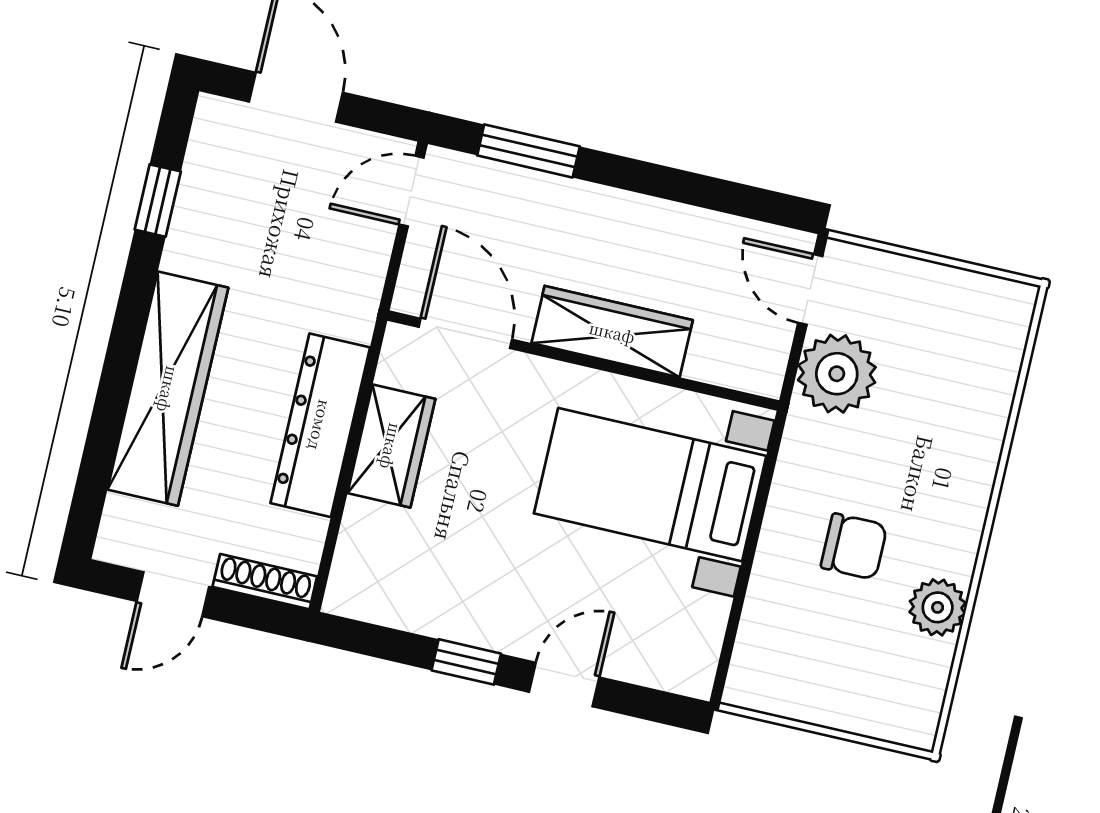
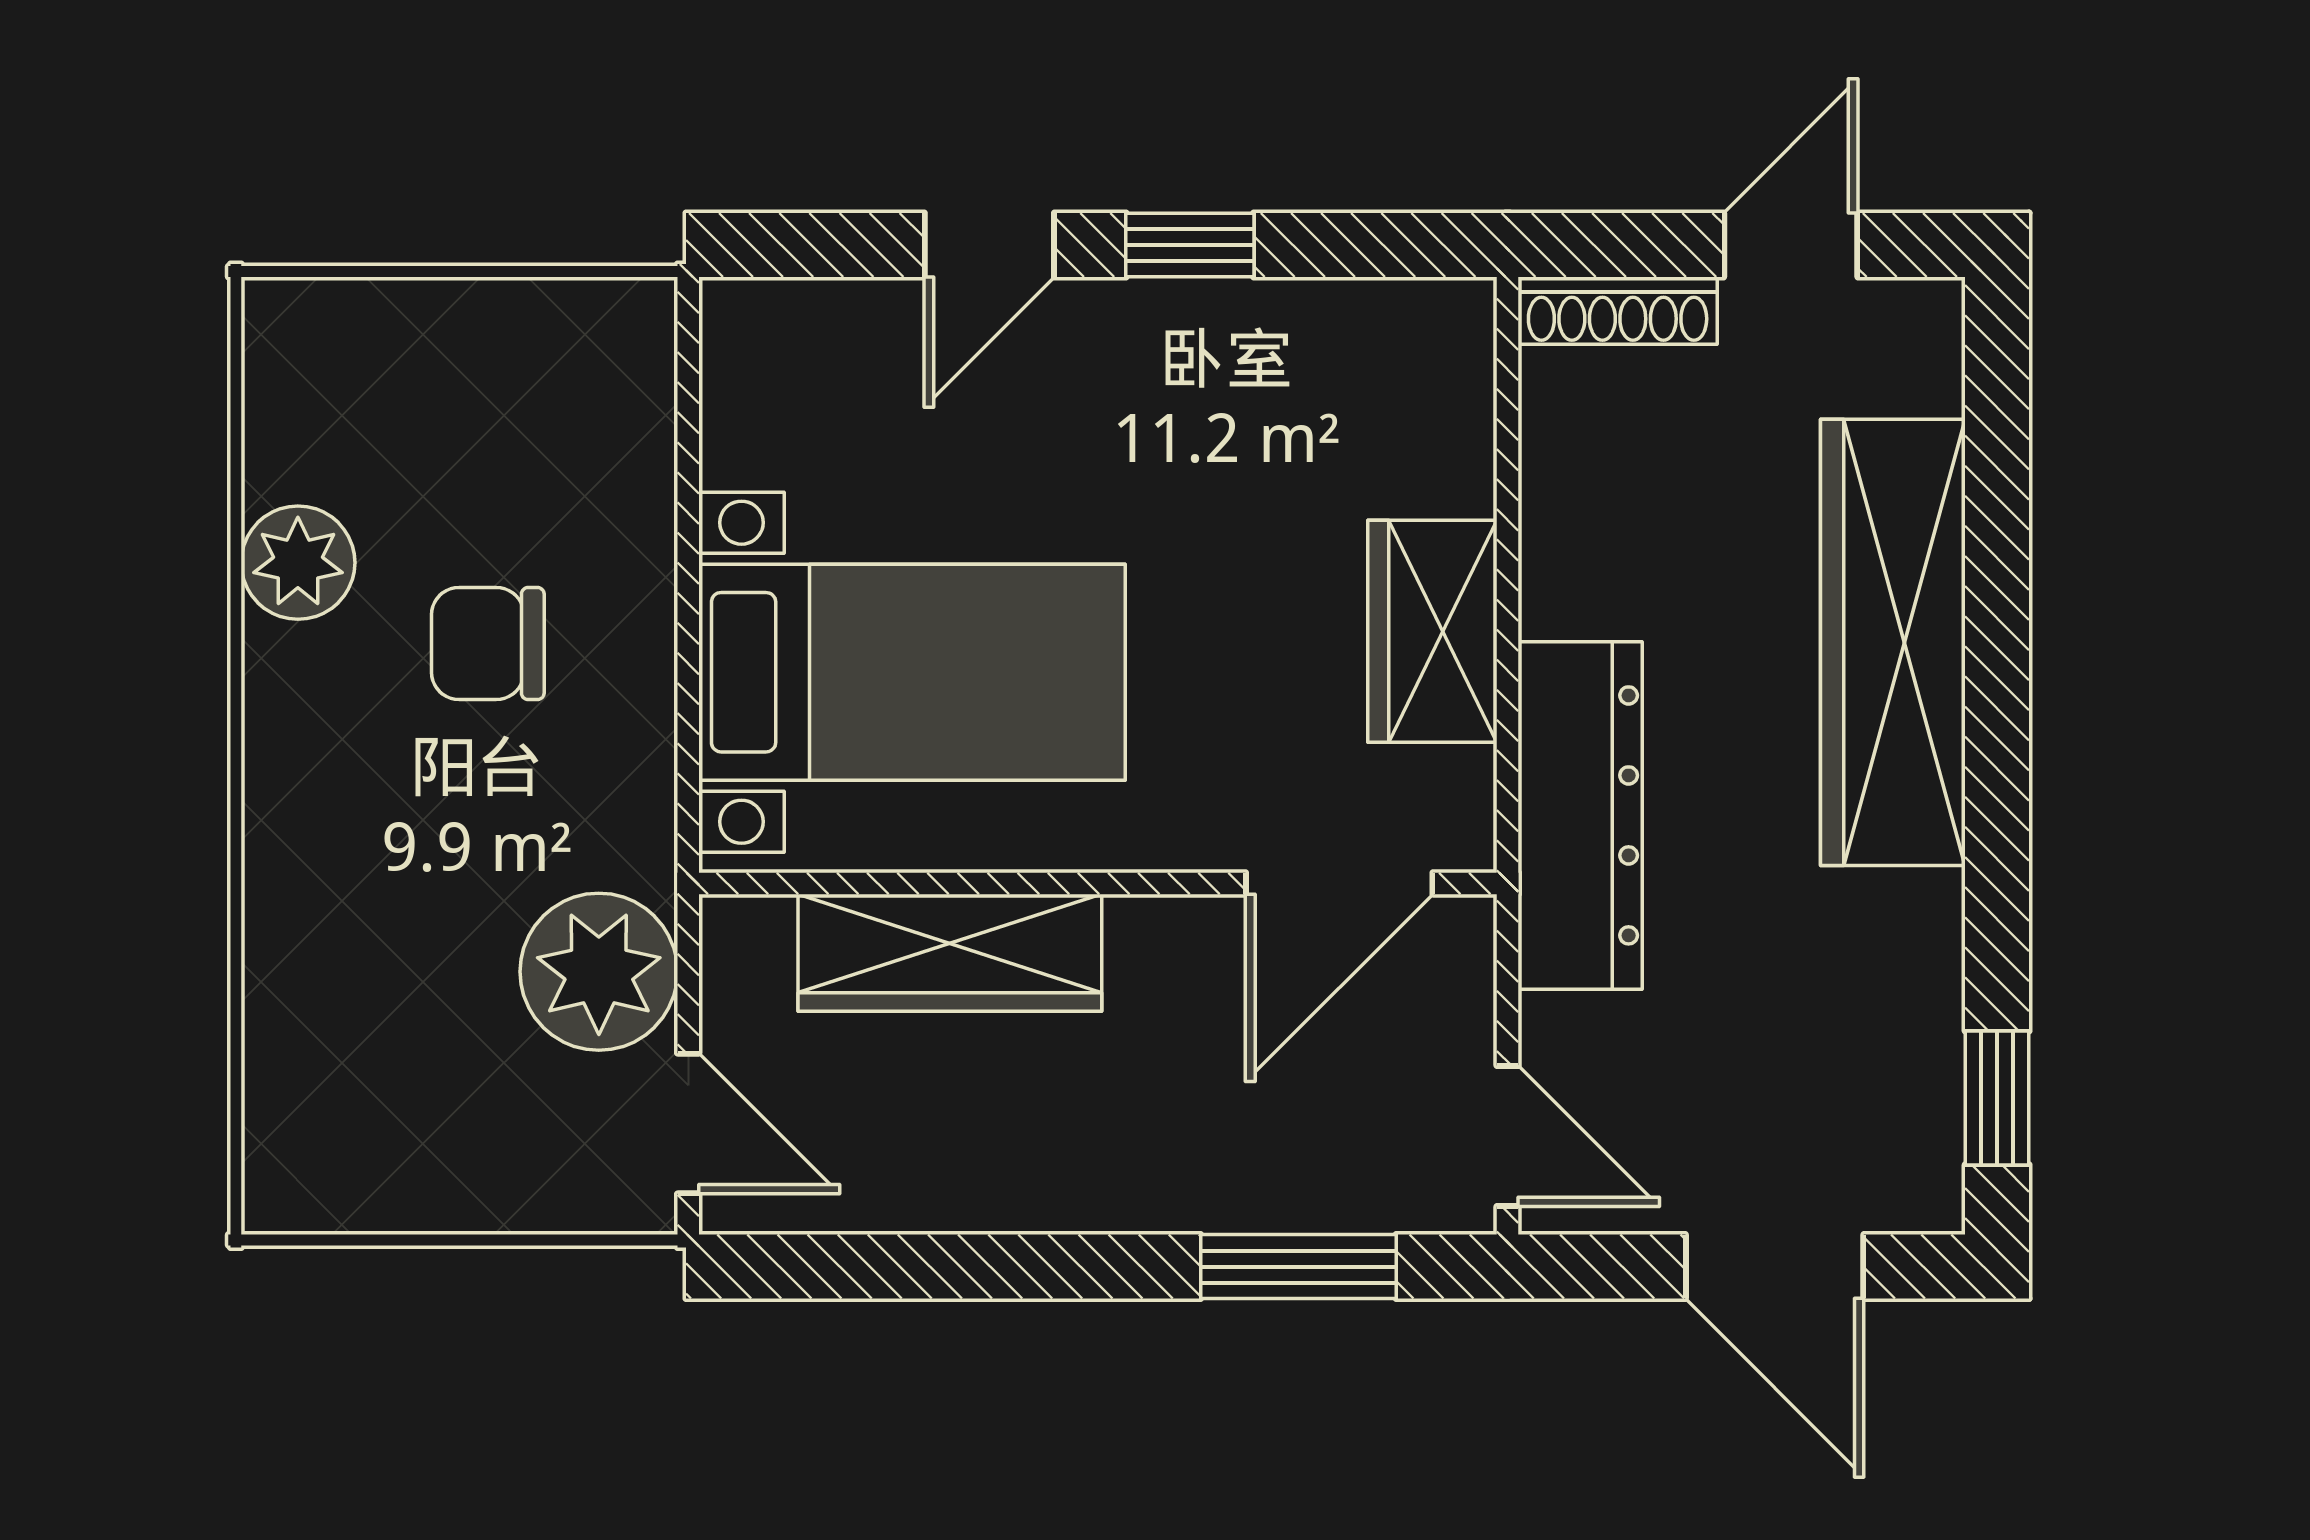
door: (412, 191) -> (1508, 1136), hinge flipped
window: (158, 201) -> (1997, 1098), moved
wardrobe: (612, 332) -> (950, 953), moved
door: (465, 333) -> (1339, 883), hinge flipped
dresser: (320, 425) -> (1580, 815), moved

